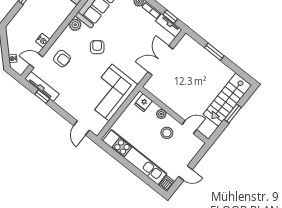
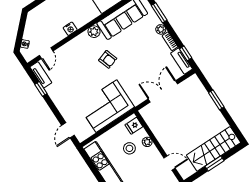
nightstand: (43, 41) -> (70, 29), moved
armchair: (97, 47) -> (108, 59), turned 111
armchair: (62, 59) -> (71, 59), removed
door: (36, 61) -> (46, 53), swing flipped
tv unit: (42, 86) -> (41, 75), width x0.71
stool: (167, 133) -> (129, 148), moved

